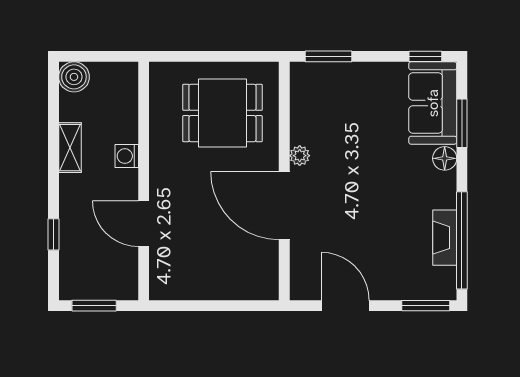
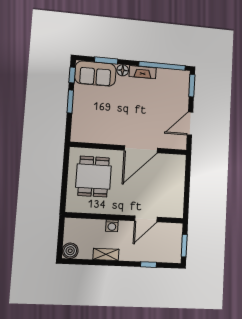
window: (328, 56) -> (70, 102), moved
plant: (300, 156) -> (117, 140), removed
fireplace: (445, 238) -> (143, 72), moved

